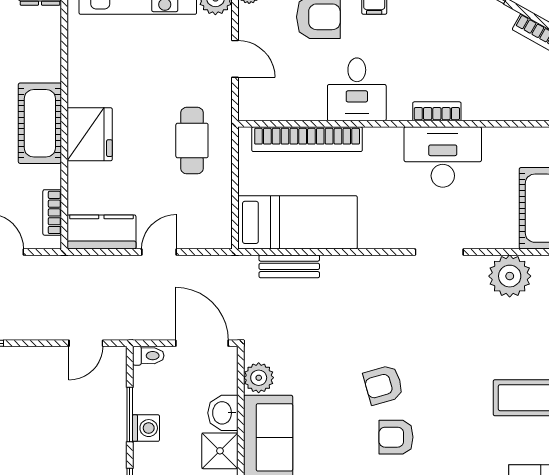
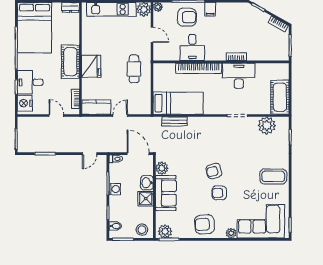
desk: (357, 89) -> (192, 48), moved
bookcase: (307, 139) -> (199, 68), moved

